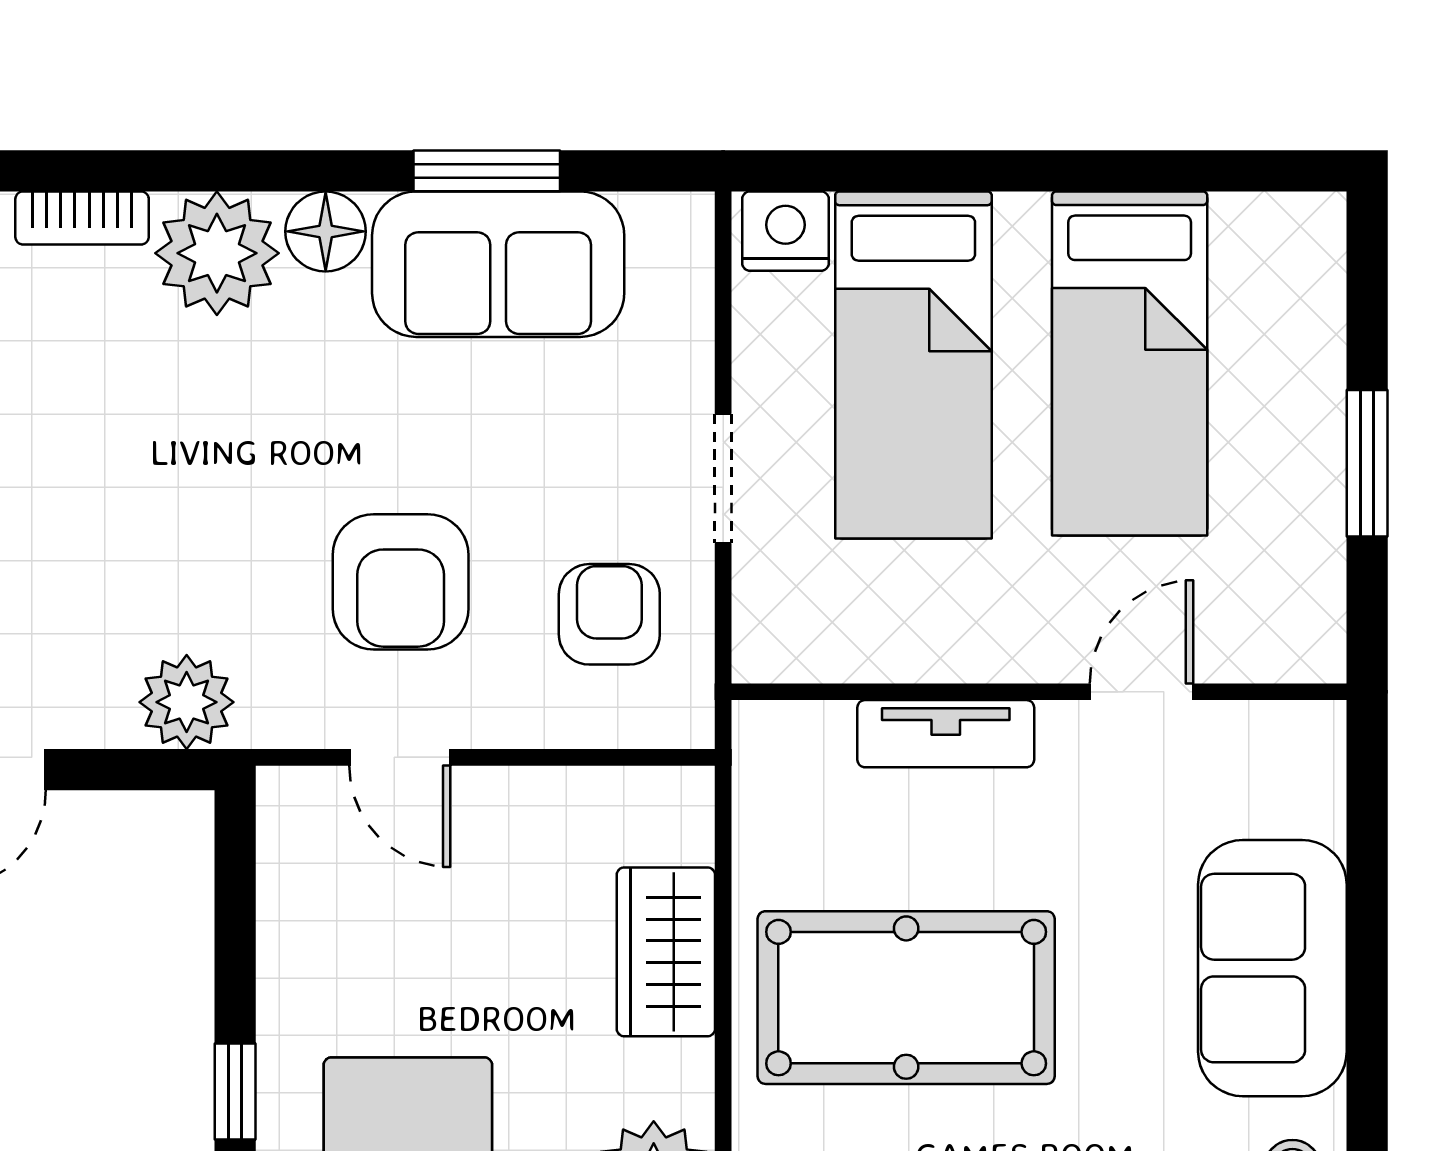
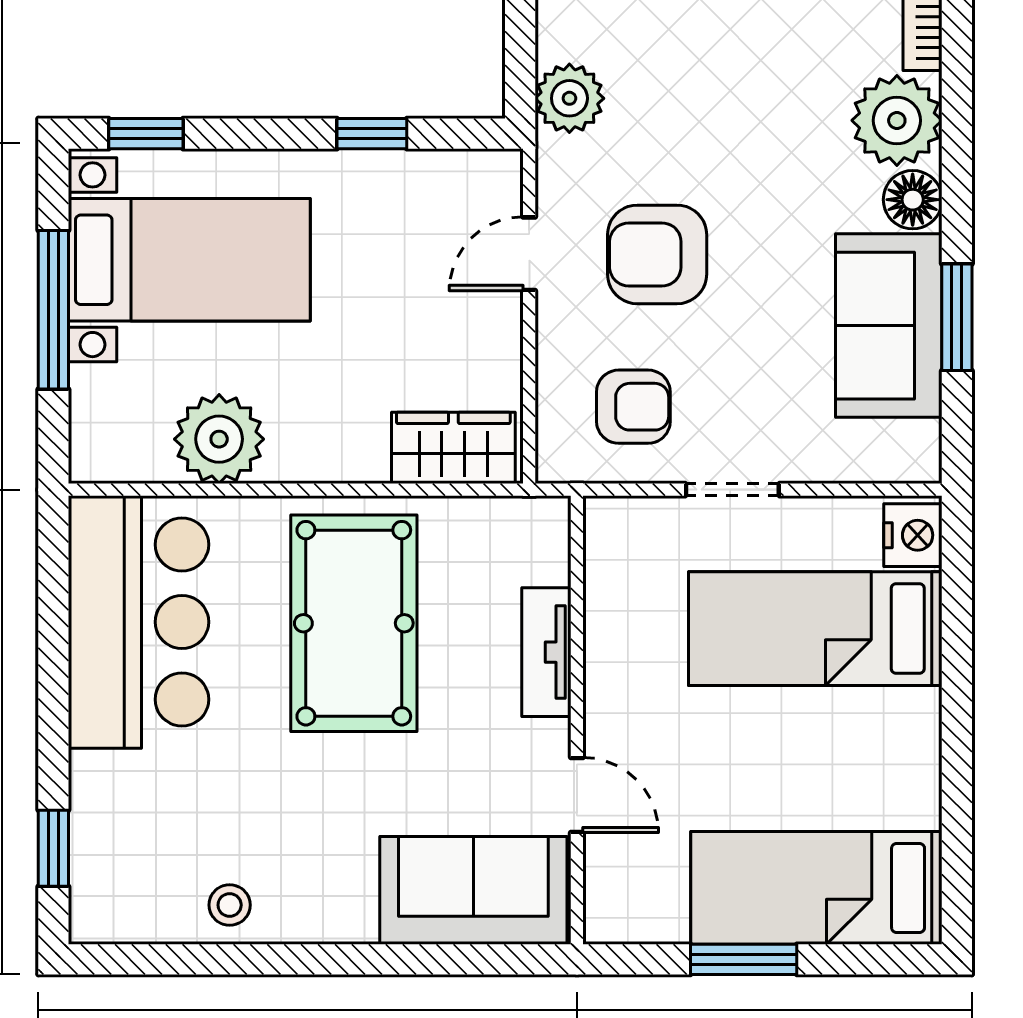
bed: (1130, 364) -> (816, 888), moved
wardrobe: (666, 952) -> (453, 448), moved
sofa: (1272, 968) -> (473, 890), moved
window: (235, 1092) -> (372, 134), moved

